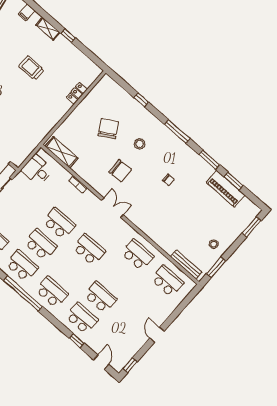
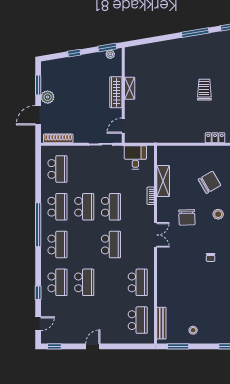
shelving: (61, 152) -> (163, 181), moved

